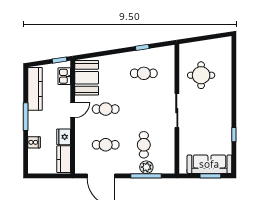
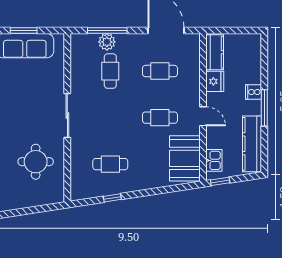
door: (73, 110) -> (203, 116), swing flipped
cooker: (34, 142) -> (253, 92), moved

